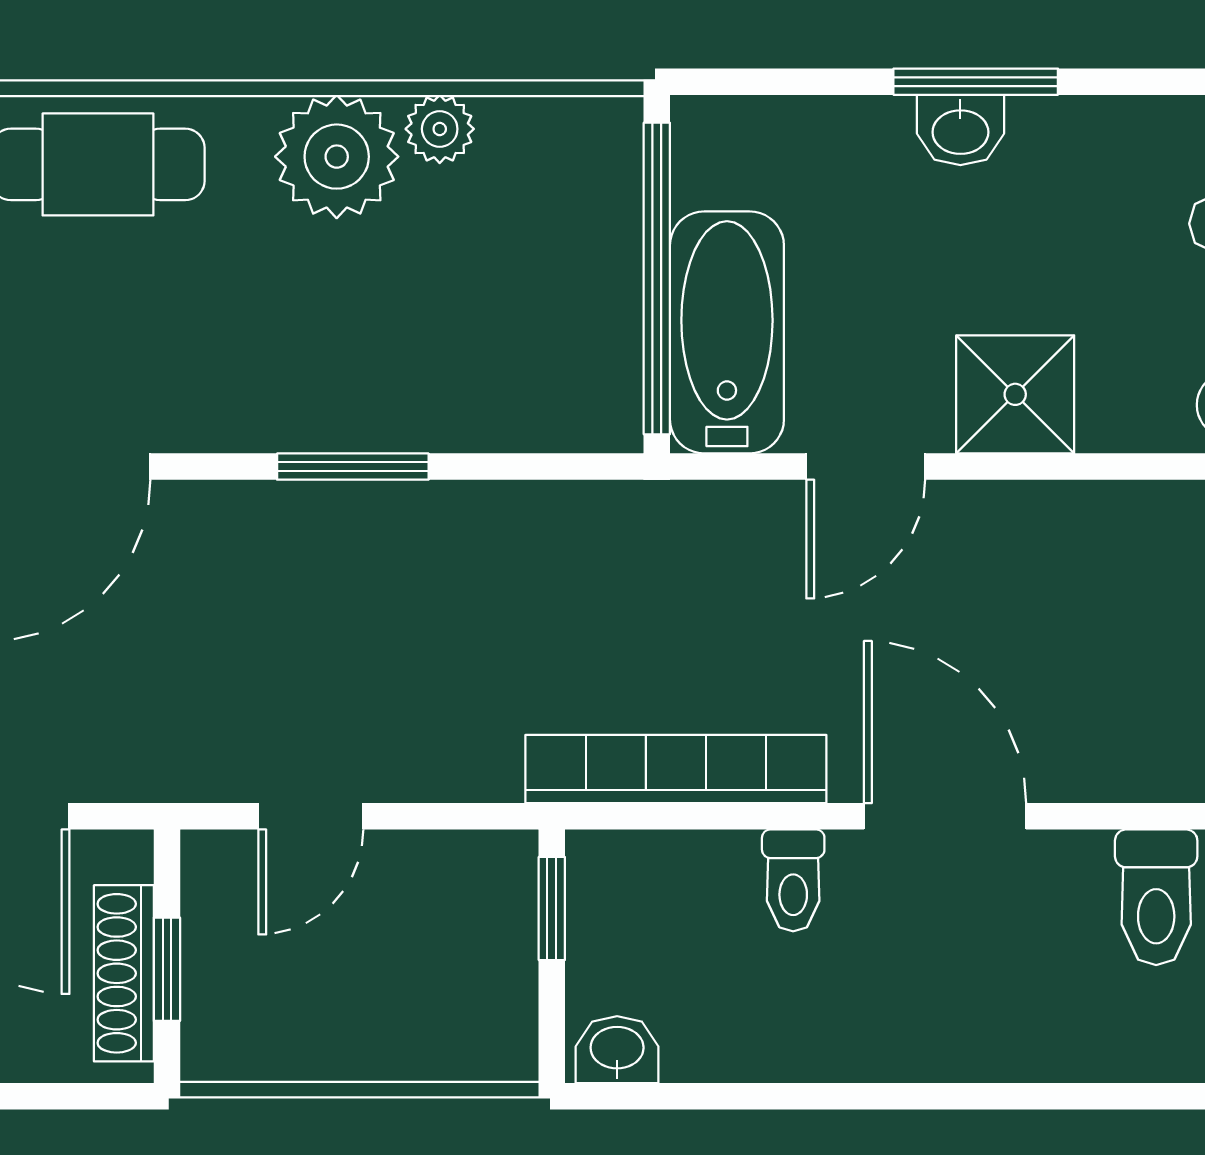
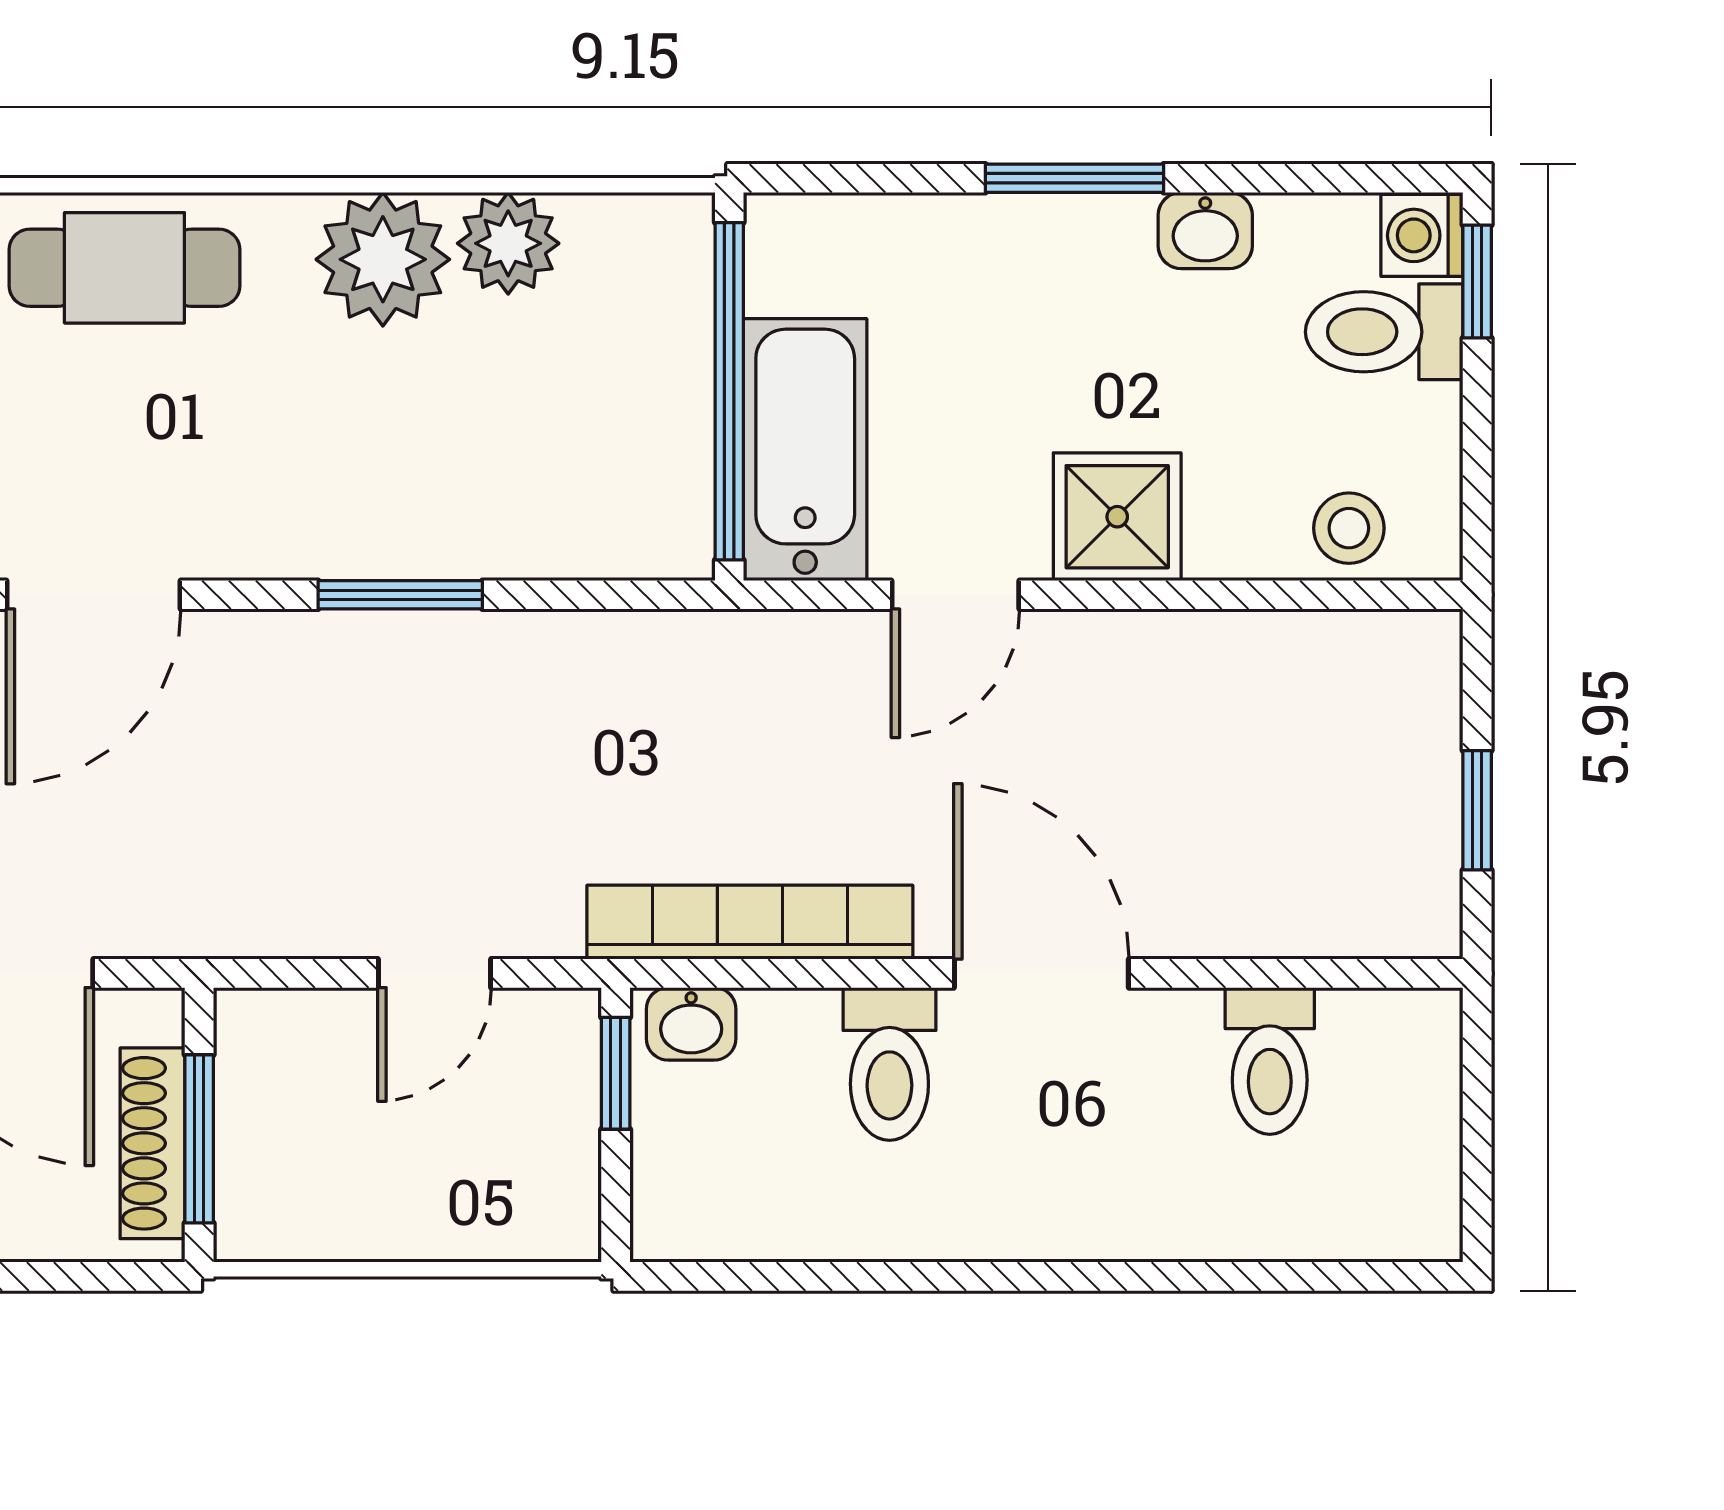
plant: (440, 129) -> (508, 243), width x1.38, depth x1.38
washbasin: (960, 130) -> (1205, 231), moved
door: (311, 816) -> (434, 973), moved
toilet: (793, 880) -> (889, 1064), width x1.37, depth x1.39
window: (167, 969) -> (199, 1139), width x1.50
washbasin: (617, 1050) -> (691, 1024), moved, turned 180

